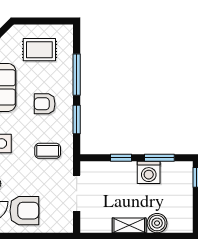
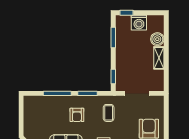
rug: (39, 50) -> (40, 118), removed
window: (121, 158) -> (113, 77), moved
washing machine: (149, 172) -> (139, 23), moved, turned 90

